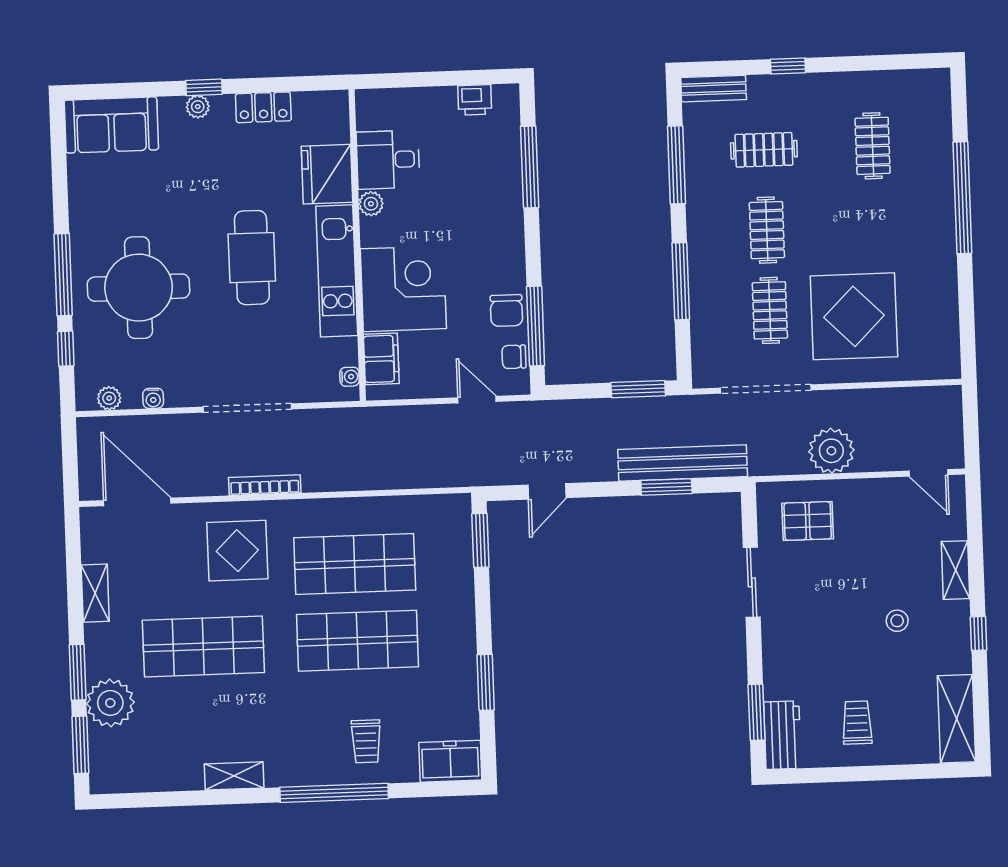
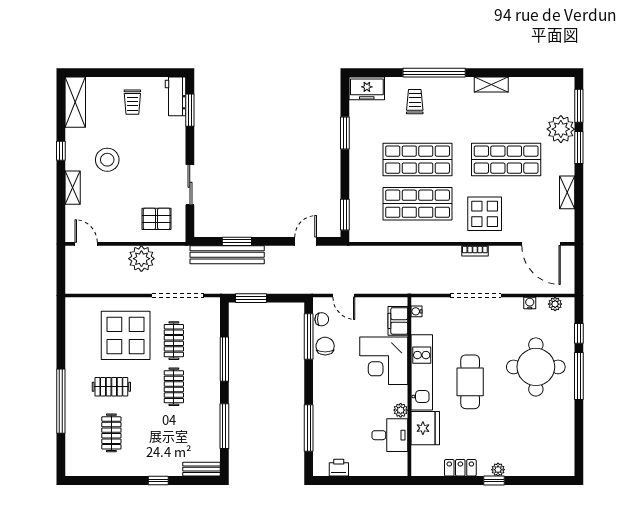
sofa: (111, 125) -> (548, 461), removed
clothes rail: (764, 150) -> (111, 387), moved
bookcase: (265, 485) -> (475, 251), width x0.64
stool: (897, 621) -> (107, 160), width x1.89, depth x1.89

